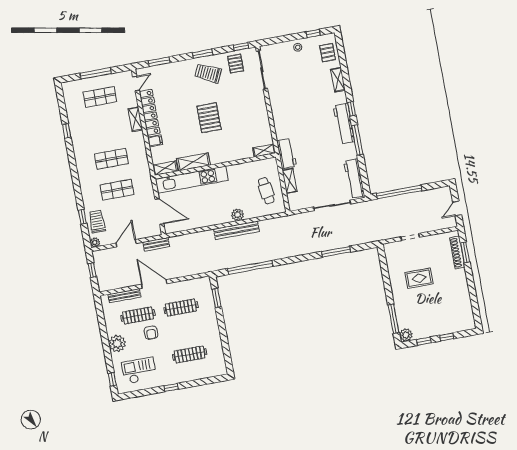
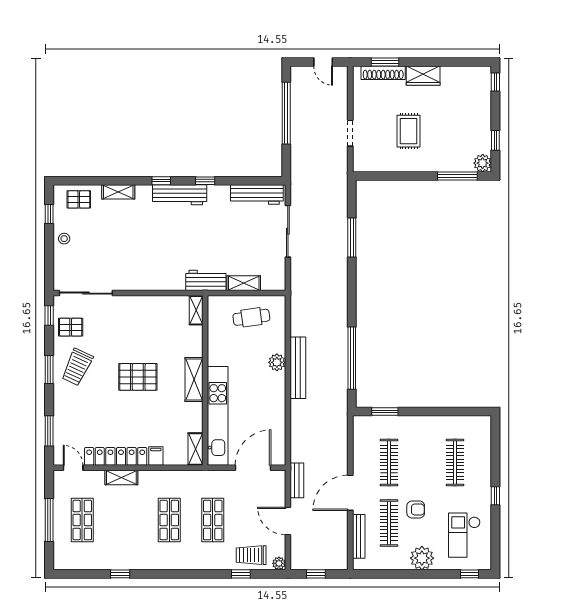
window: (357, 140) -> (205, 181), width x0.46
shelving: (193, 162) -> (194, 380), moved
window: (399, 192) -> (286, 113), moved
wardrobe: (460, 281) -> (423, 76), added
window: (447, 337) -> (495, 82), moved

